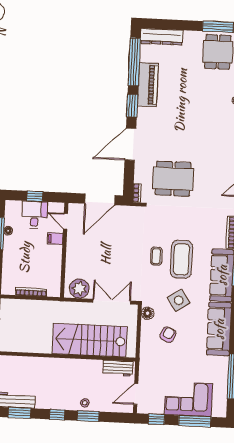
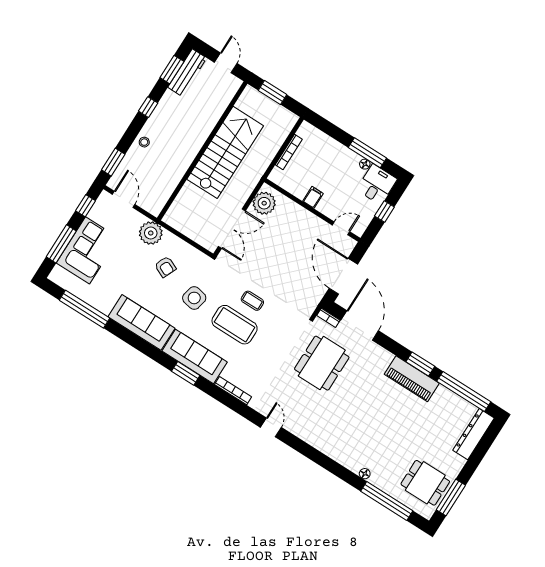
piano: (148, 85) -> (412, 379), moved
door: (130, 144) -> (360, 325), moved
desk: (35, 215) -> (377, 184), moved, turned -90
filing cabinet: (55, 239) -> (313, 197), moved
side table: (179, 300) -> (194, 298), turned 45
floor lamp: (148, 313) -> (199, 259), removed
stairs: (90, 340) -> (225, 152), moved
plant: (149, 360) -> (151, 233), added
workbench: (118, 368) -> (160, 196), removed
window: (88, 416) -> (113, 162), moved

